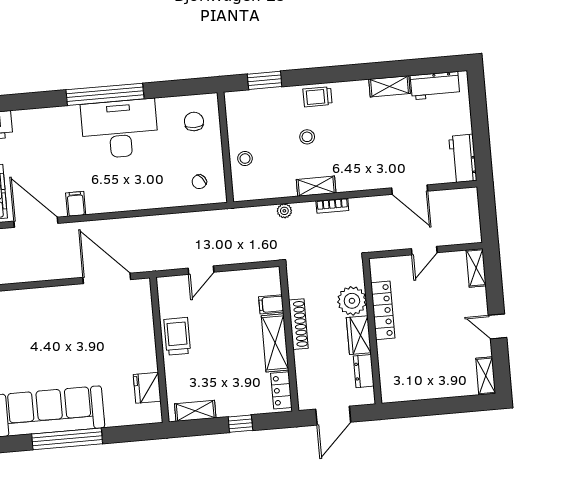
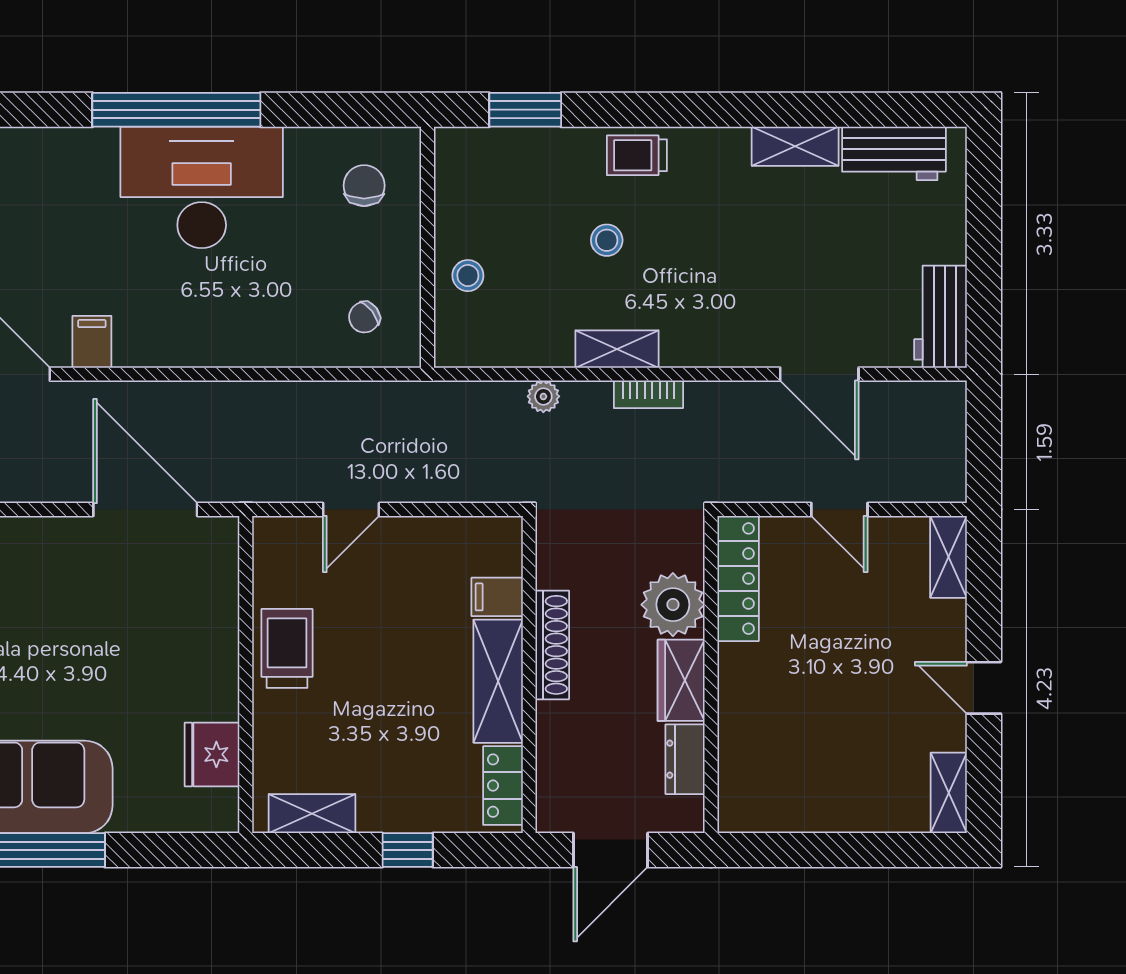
door: (424, 251) -> (839, 510), hinge flipped
locker: (383, 310) -> (738, 579), moved

